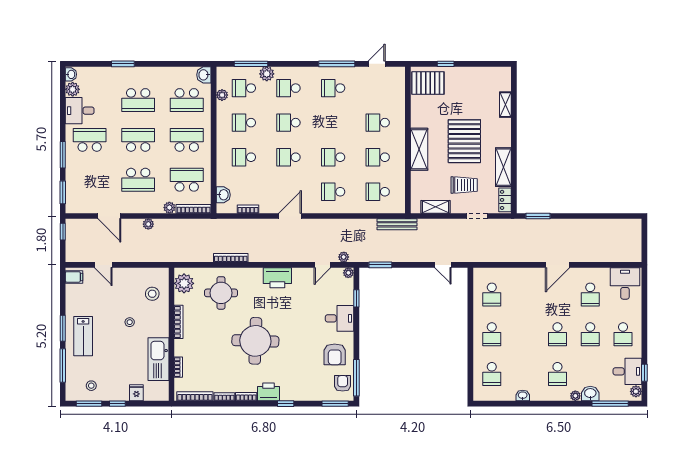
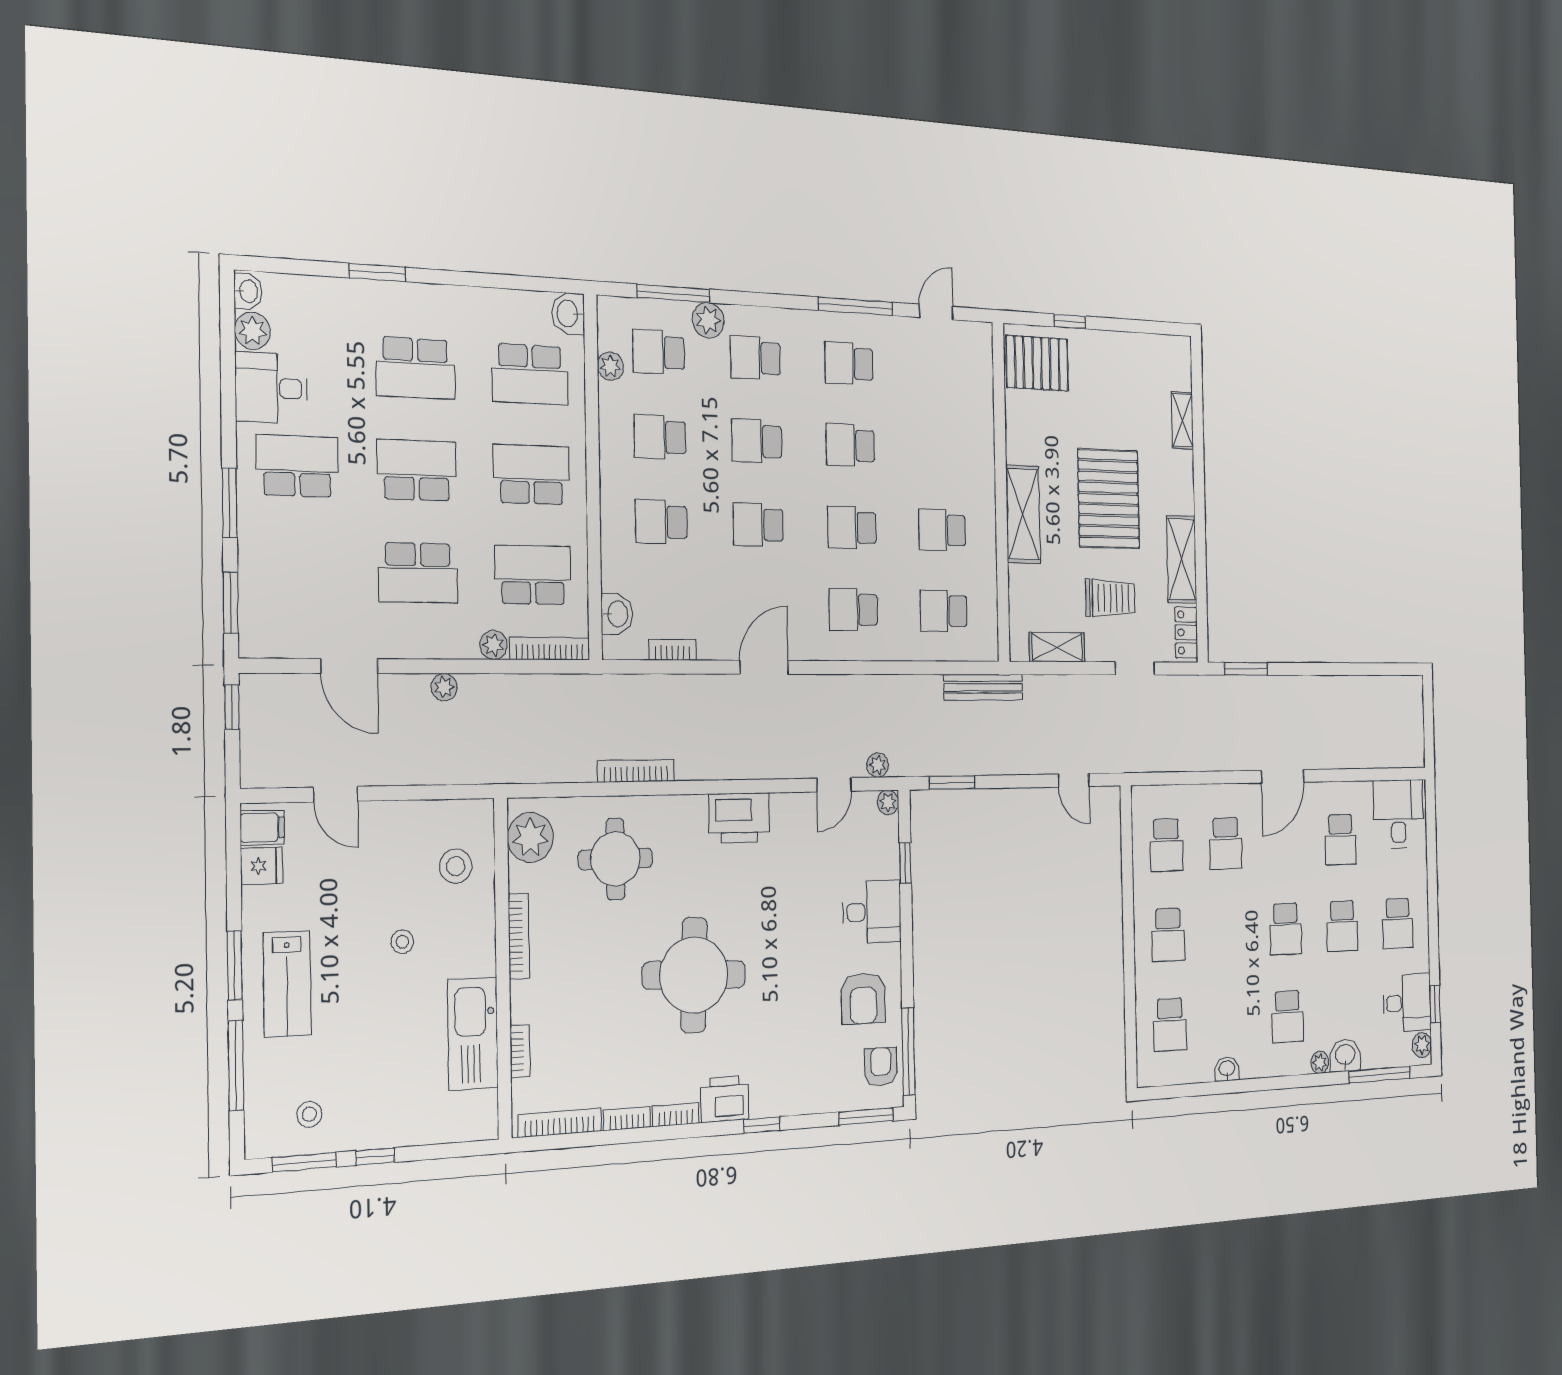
school desk: (378, 123) -> (850, 445), moved
school desk: (525, 295) -> (1226, 843), added
fridge: (136, 393) -> (262, 866), moved, turned 90

